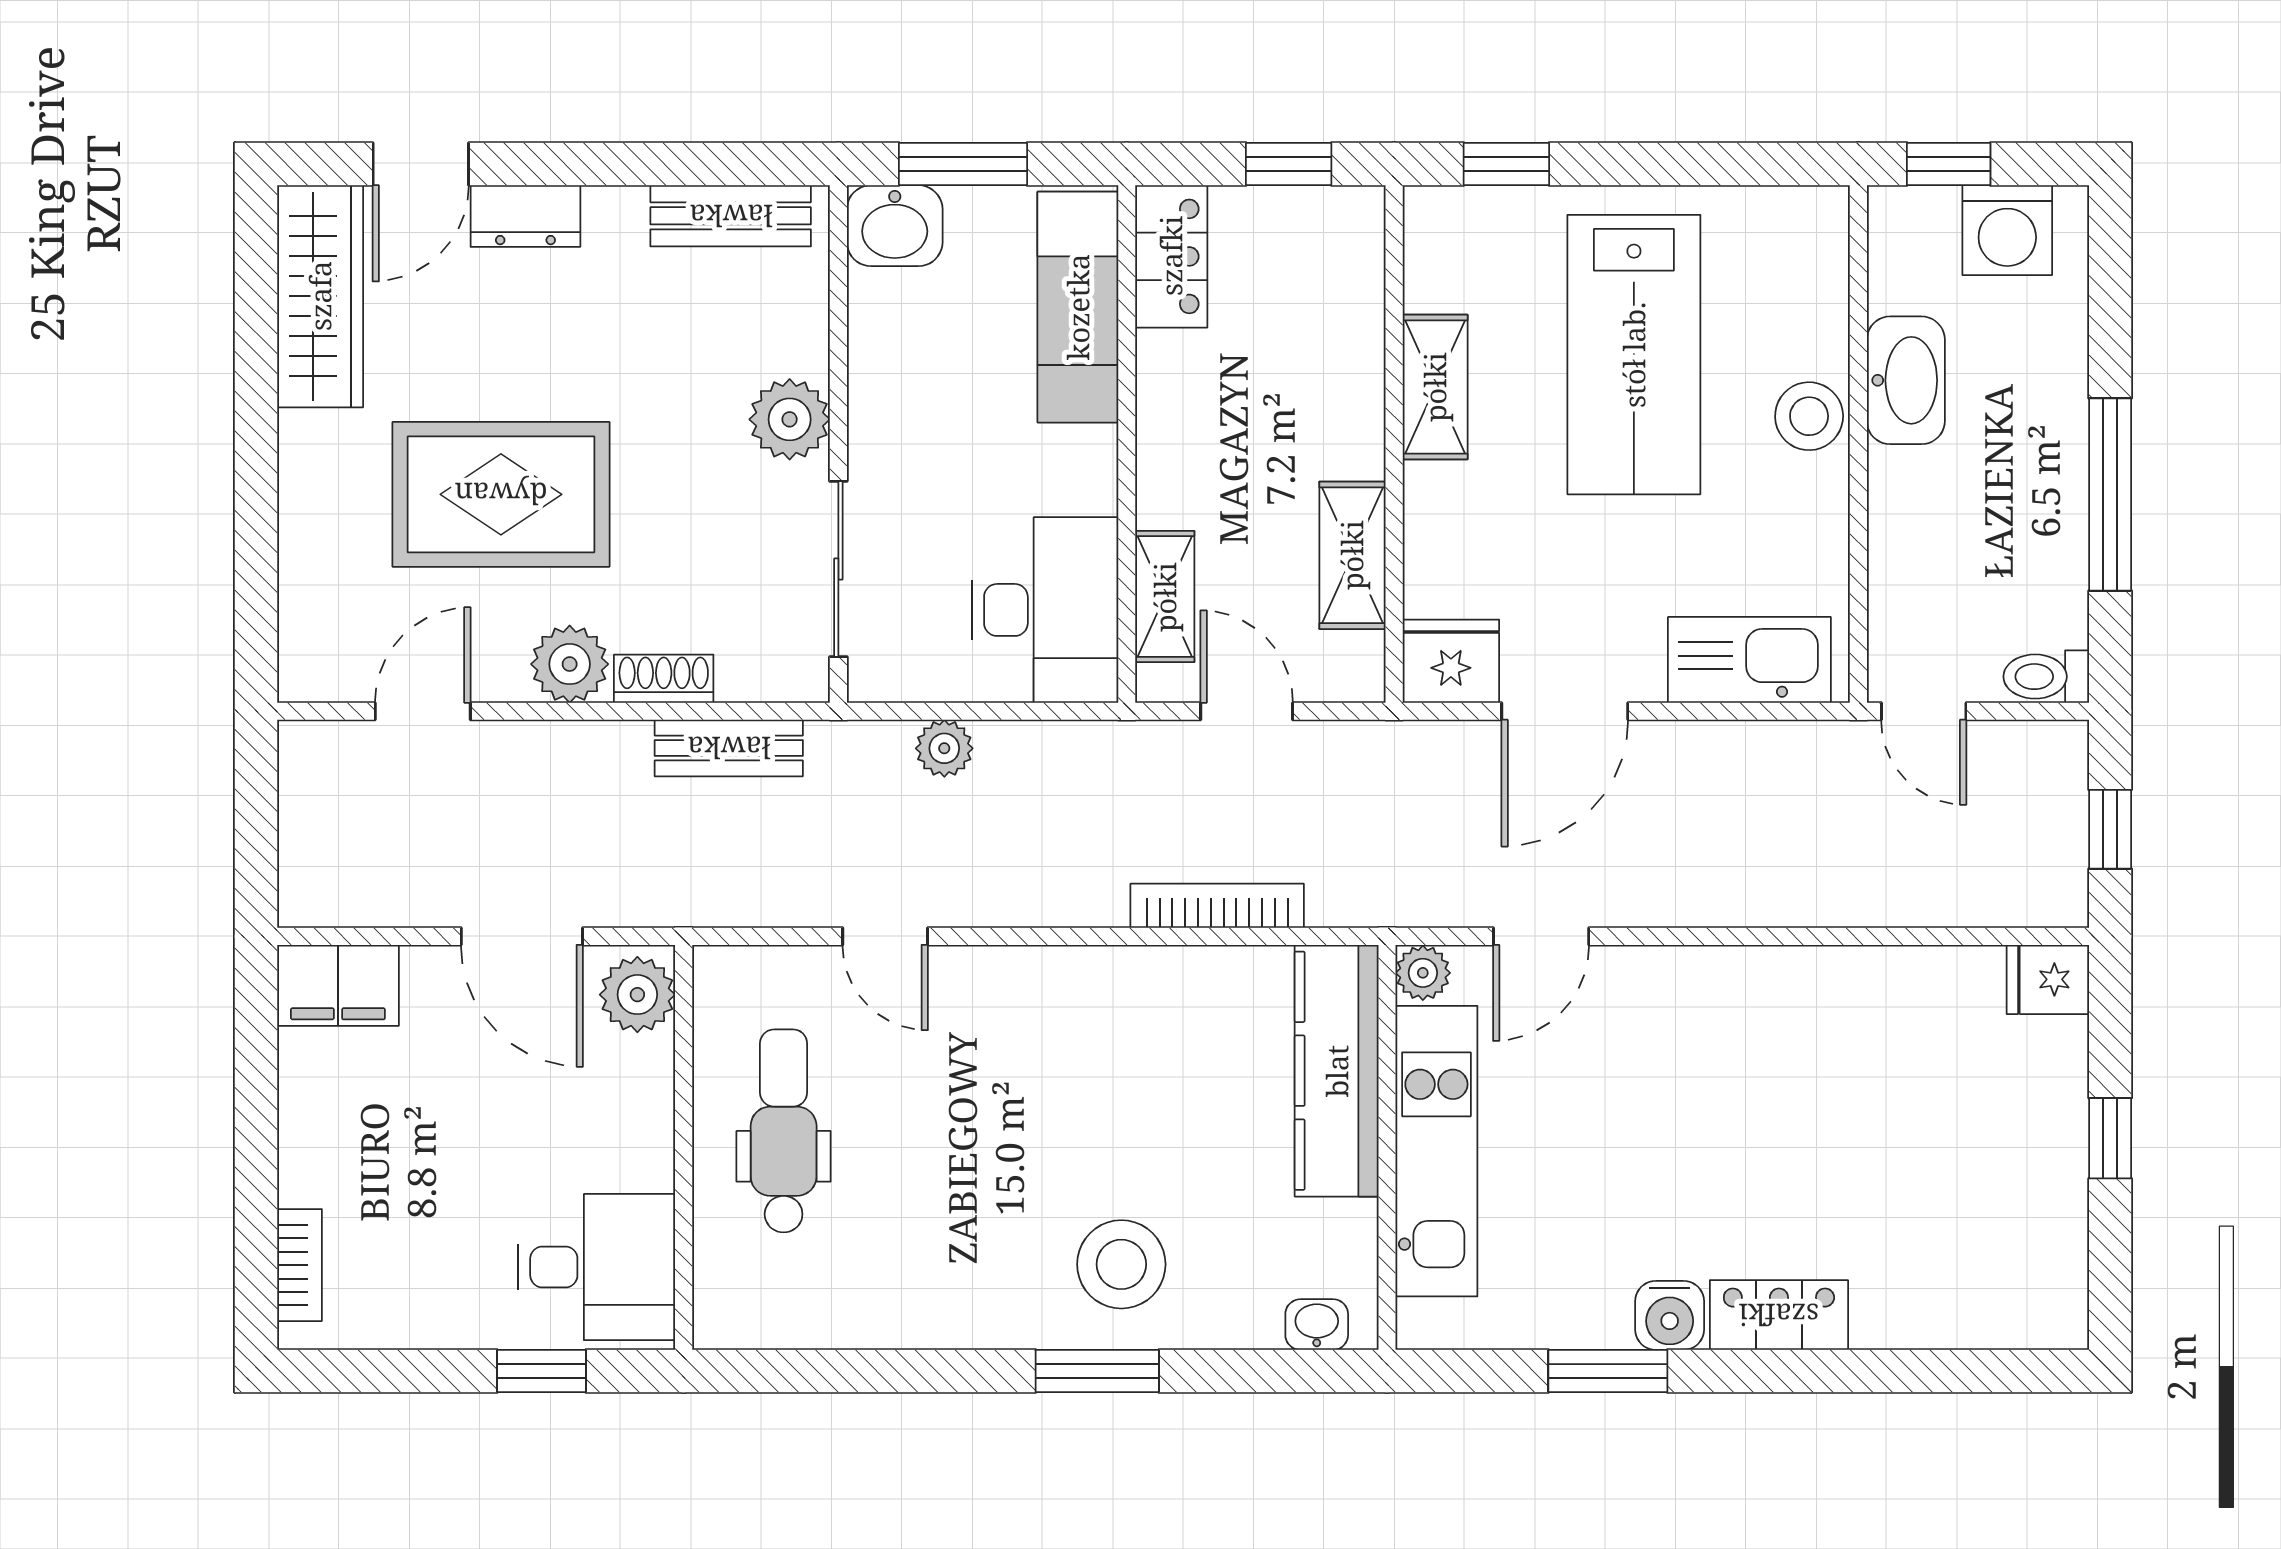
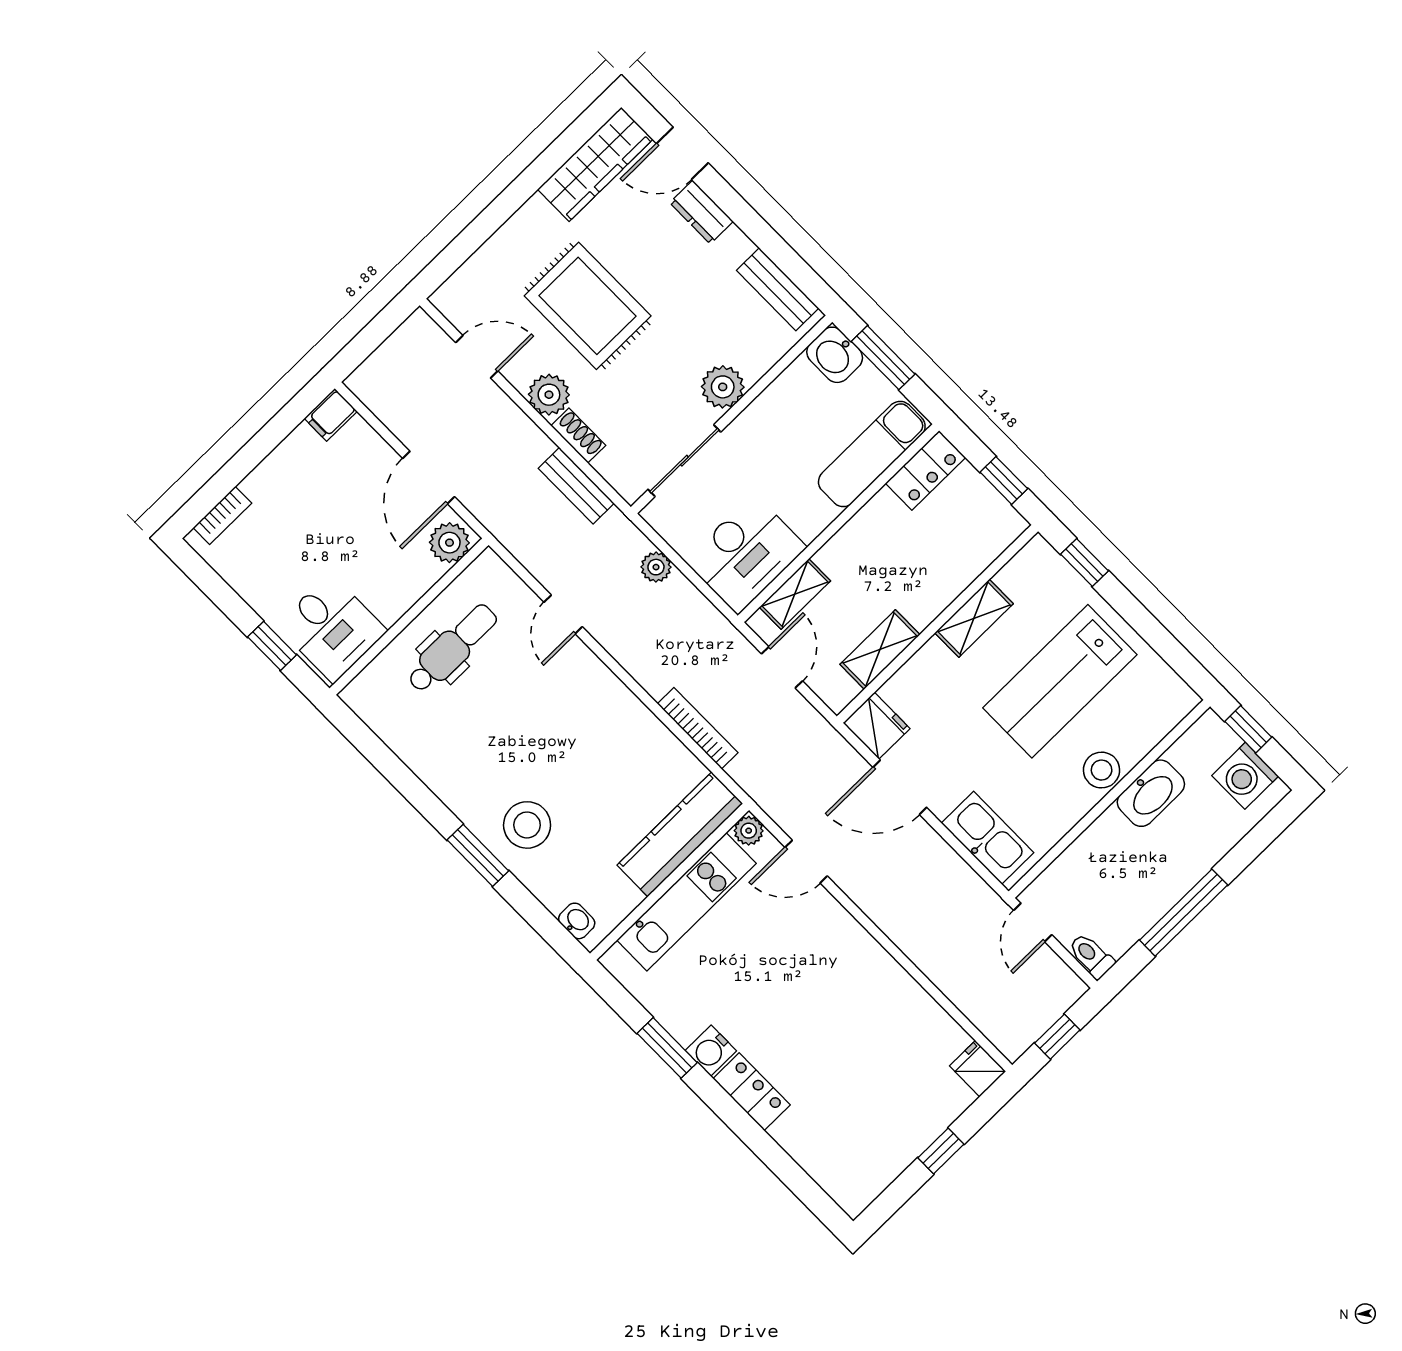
filing cabinet: (338, 985) -> (331, 415), width x0.50

